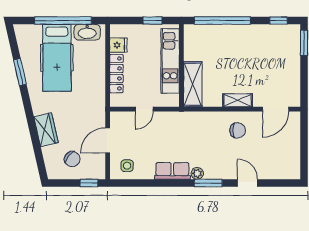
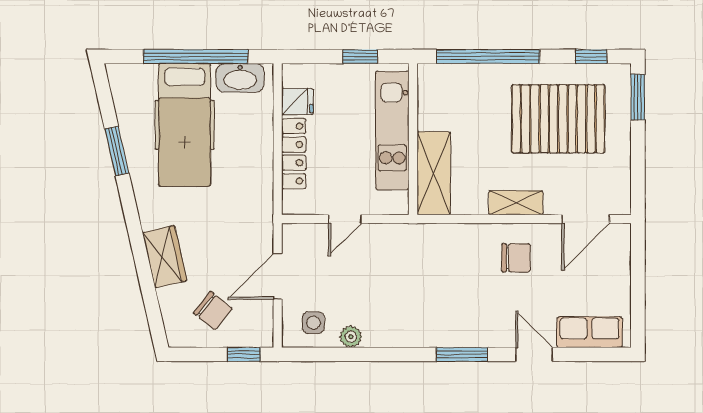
pallet: (261, 55) -> (558, 119), added
row of seats: (172, 171) -> (589, 332), moved
plant: (197, 173) -> (351, 337), moved

